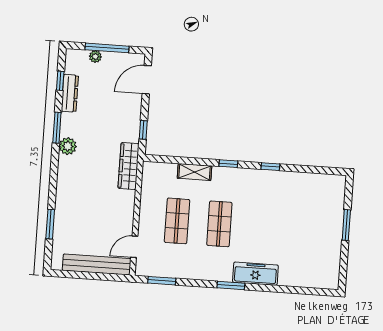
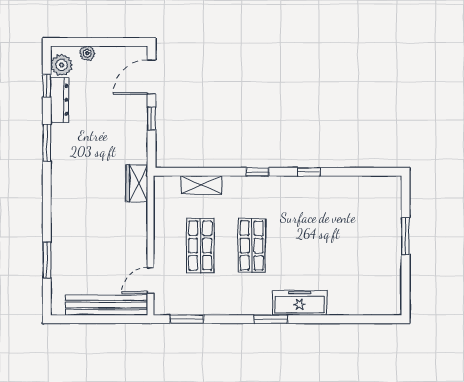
window: (107, 48) -> (101, 42), removed
window: (143, 130) -> (152, 119), moved
plant: (68, 146) -> (62, 65), moved
wardrobe: (129, 166) -> (137, 183), width x0.67
shelving: (194, 172) -> (201, 185), moved

